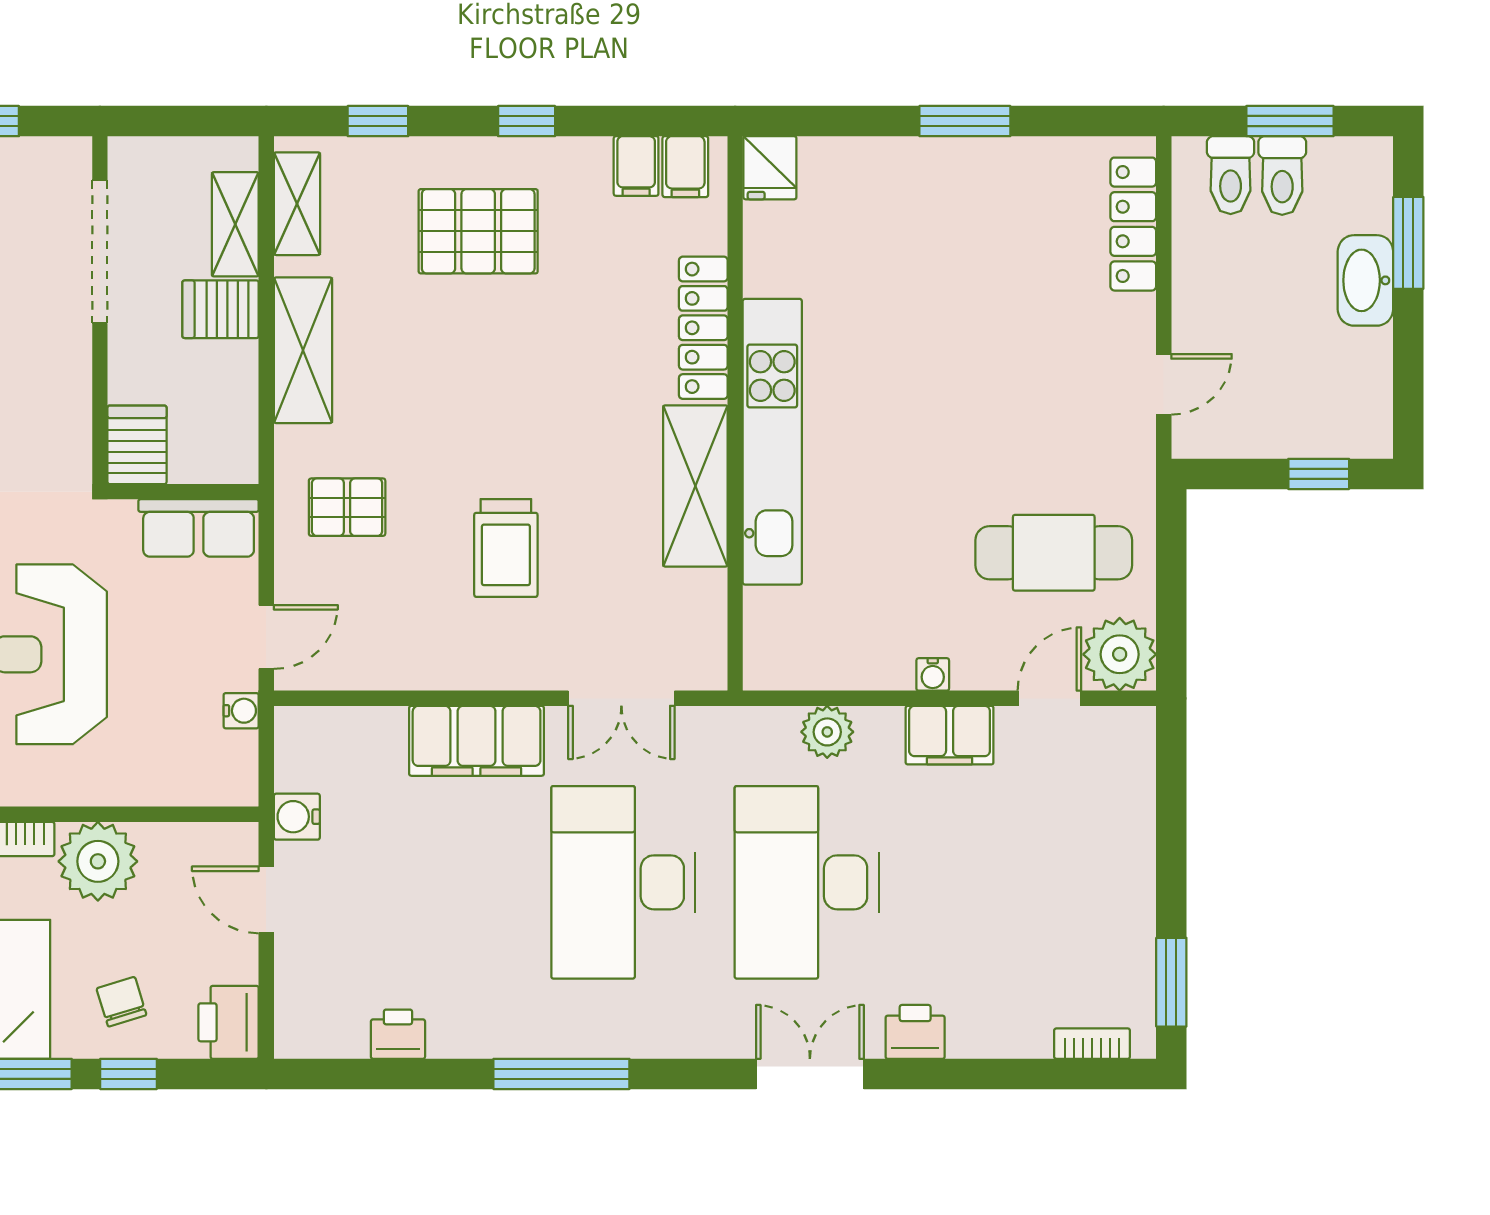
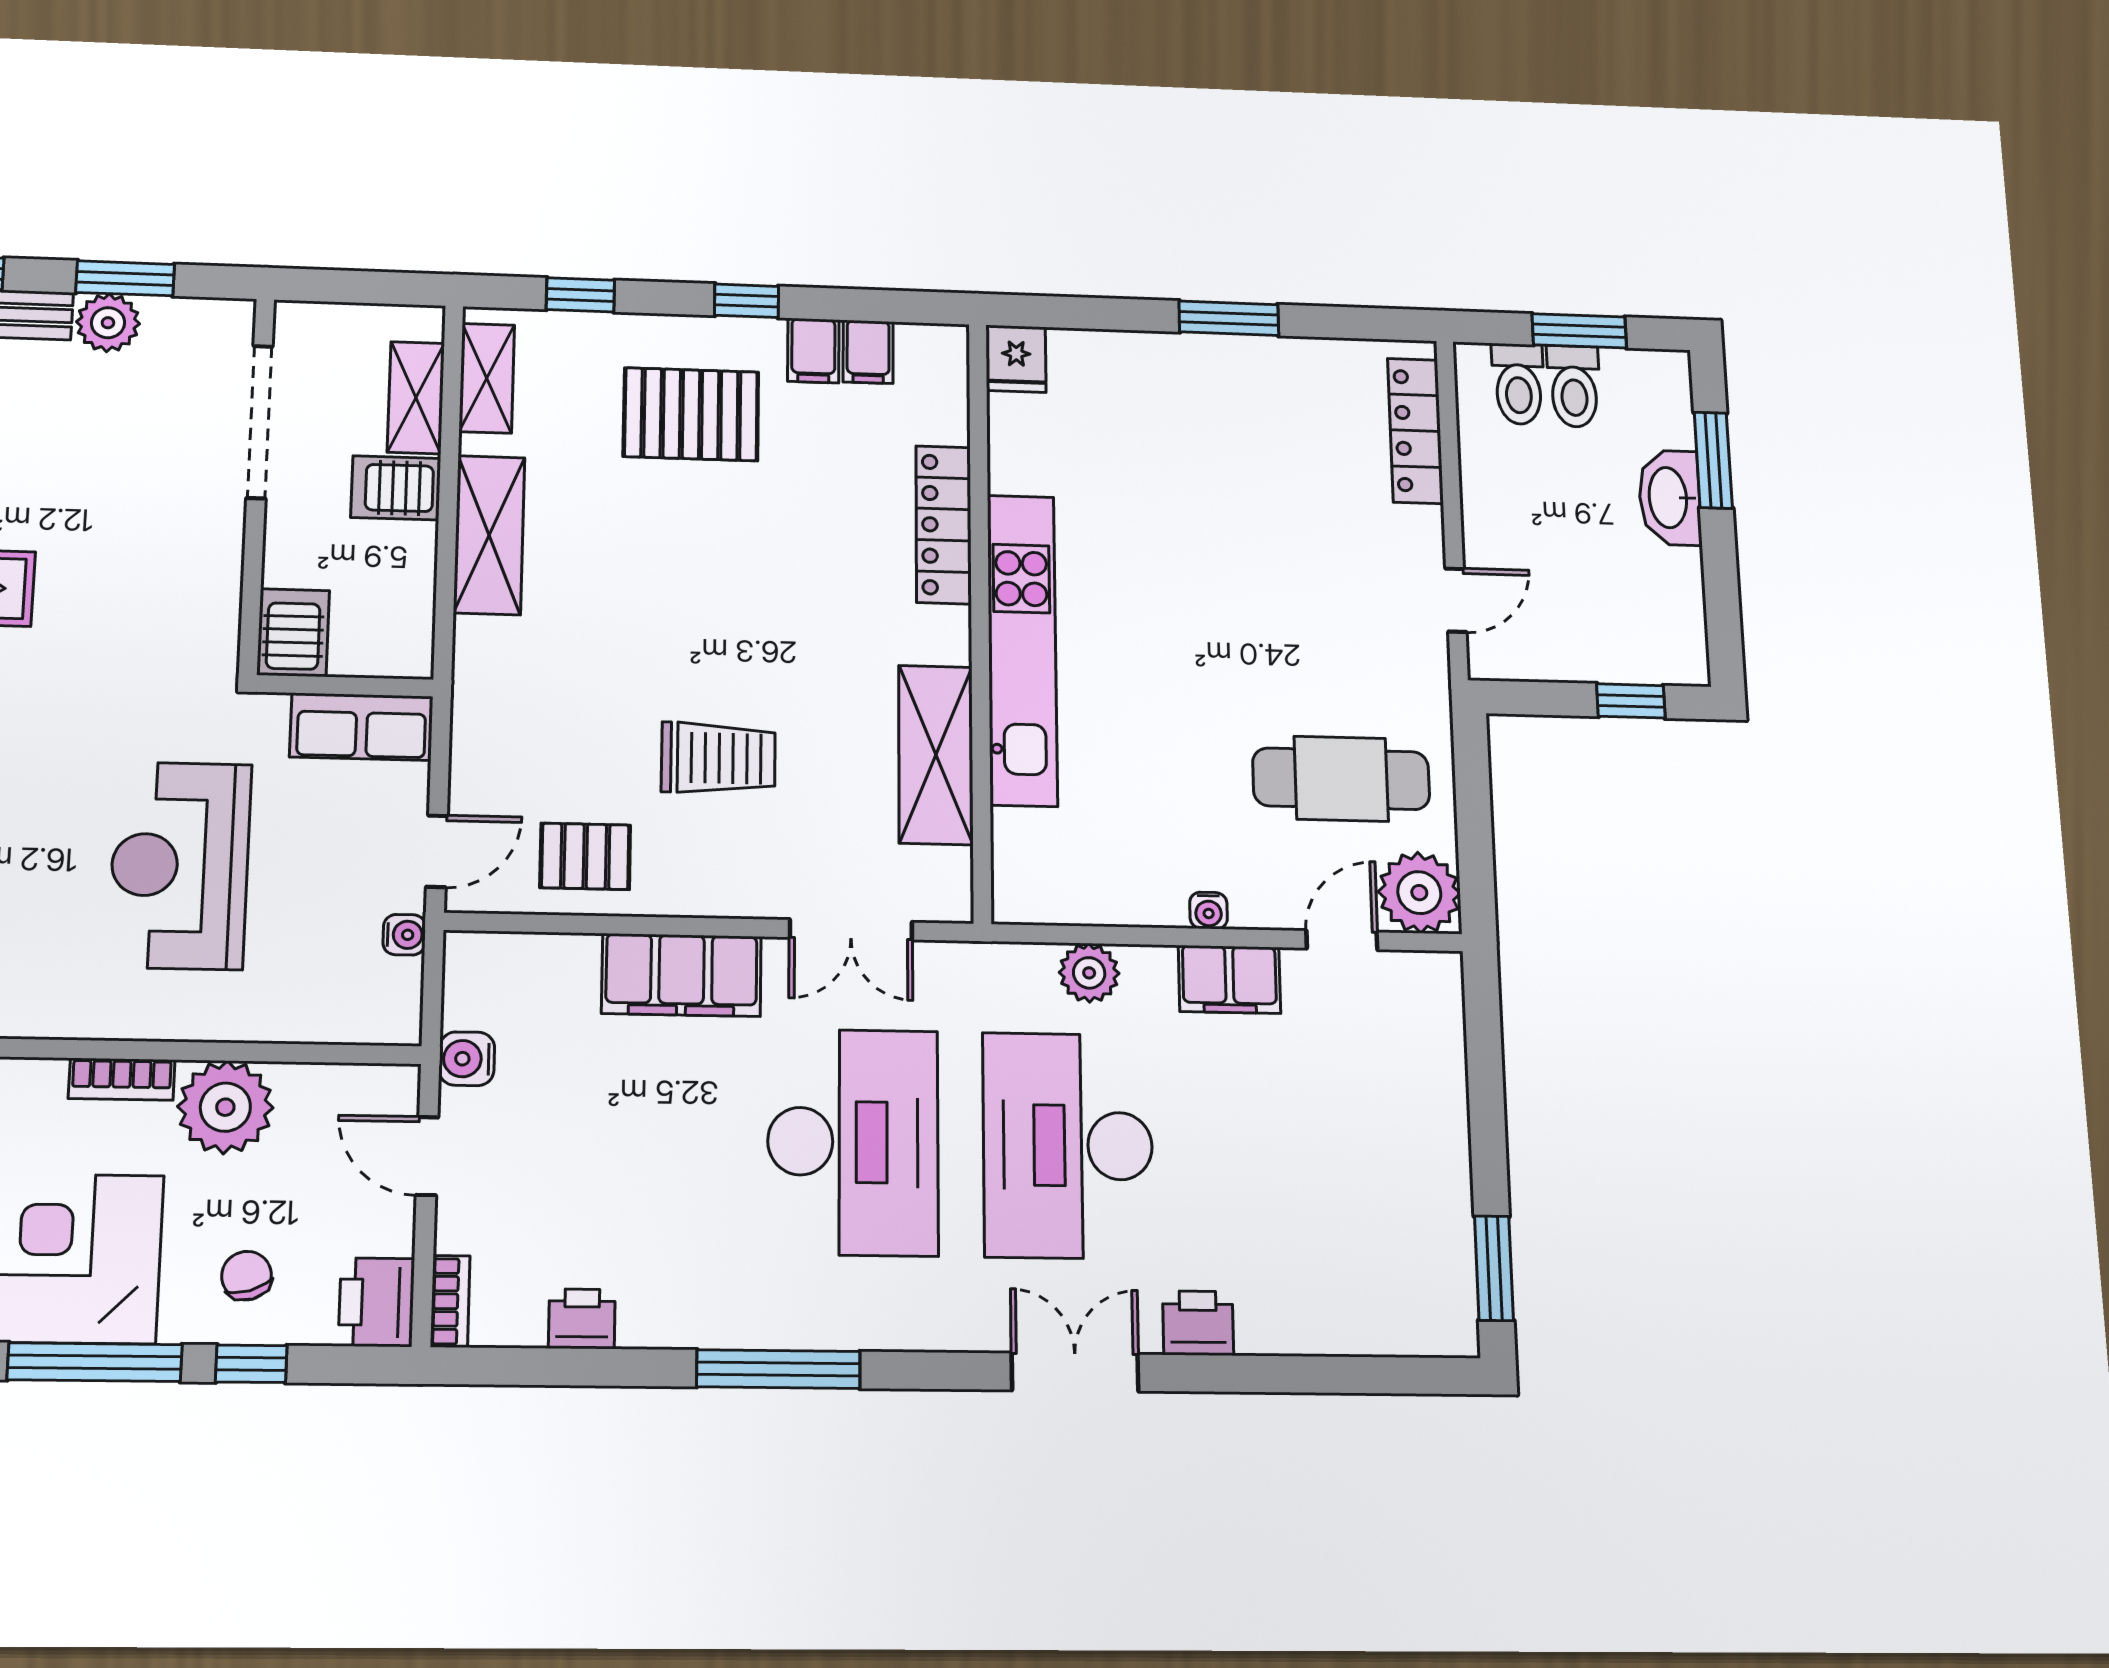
filing cabinet: (685, 167) -> (813, 351), moved
shelving: (695, 486) -> (936, 755), moved
pallet: (347, 507) -> (585, 856), moved
trolley: (506, 548) -> (718, 758), turned -90
desk: (623, 882) -> (853, 1142), turned 180
bookcase: (1092, 1044) -> (450, 1301), moved, turned 90

